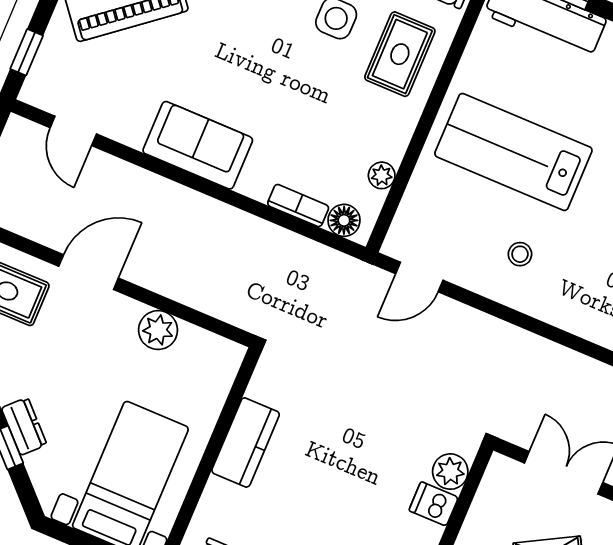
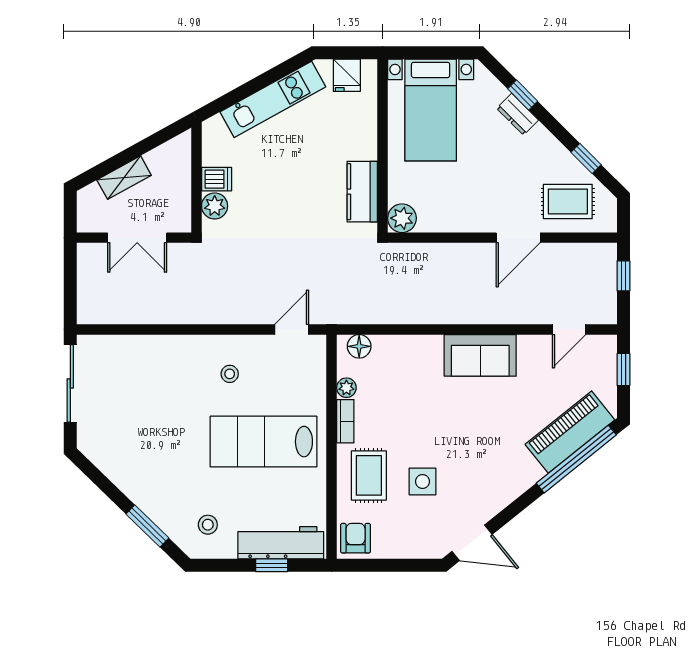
door: (73, 131) -> (569, 329), swing flipped
lab bench: (513, 152) -> (263, 442), turned 180
bookcase: (298, 206) -> (345, 421), moved, turned -90
plant: (158, 330) -> (402, 218), moved
kitchen counter: (246, 442) -> (362, 192), moved

